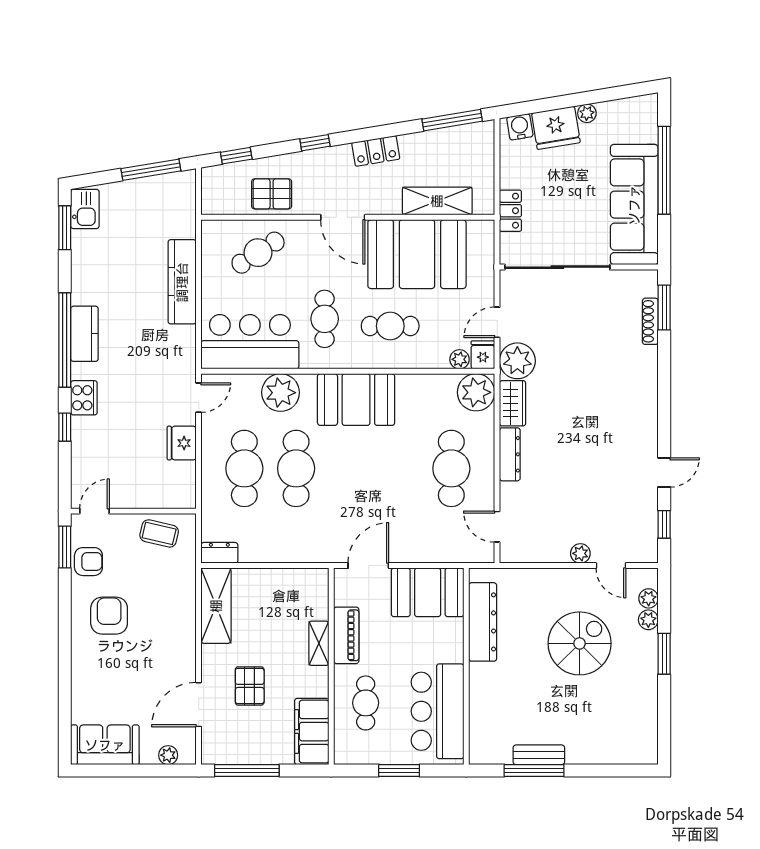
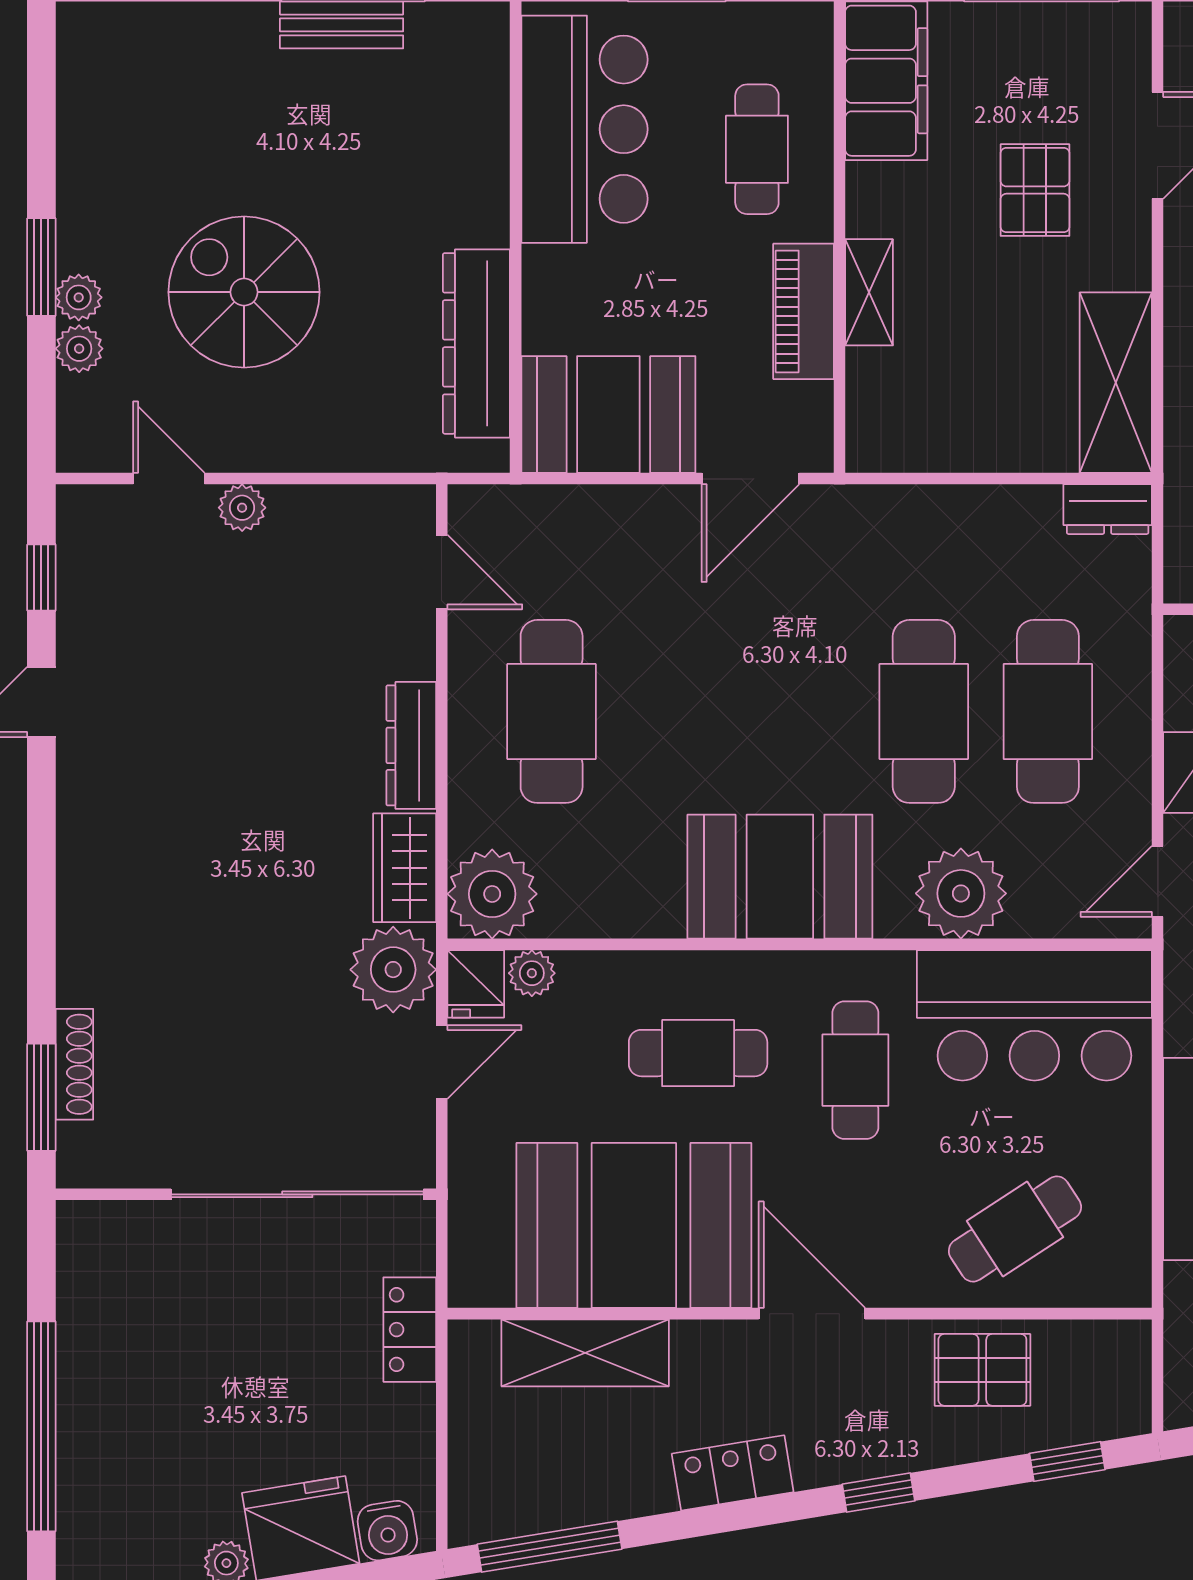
sofa: (634, 205) -> (113, 1344), removed
plant: (649, 598) -> (79, 297), moved
spiral stairs: (580, 643) -> (244, 292), turned 90

